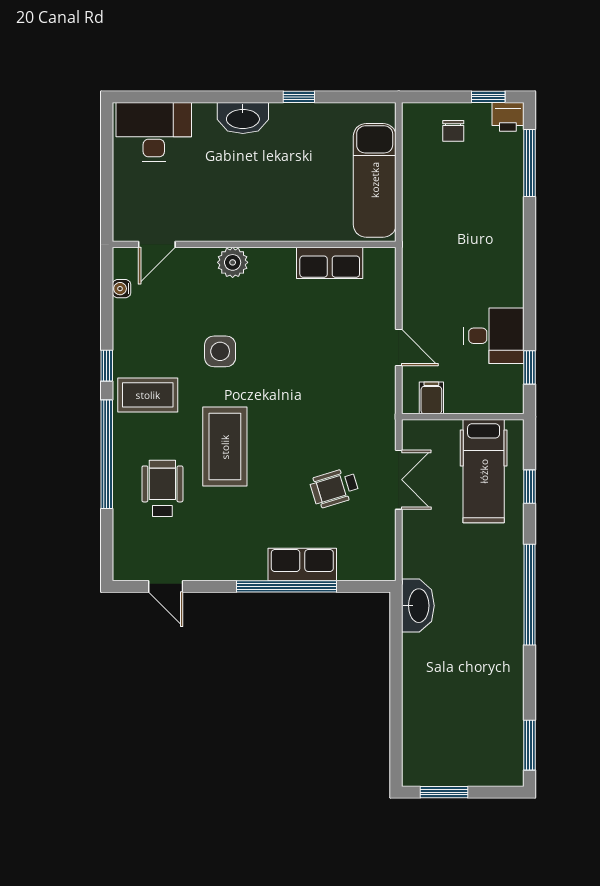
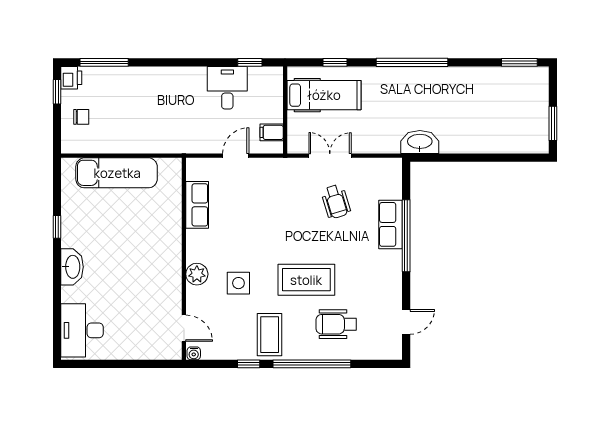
door: (157, 244) -> (184, 328), moved
wall: (254, 244) -> (184, 259), moved
plant: (233, 262) -> (197, 274), moved
row of seats: (330, 263) -> (197, 205), moved

